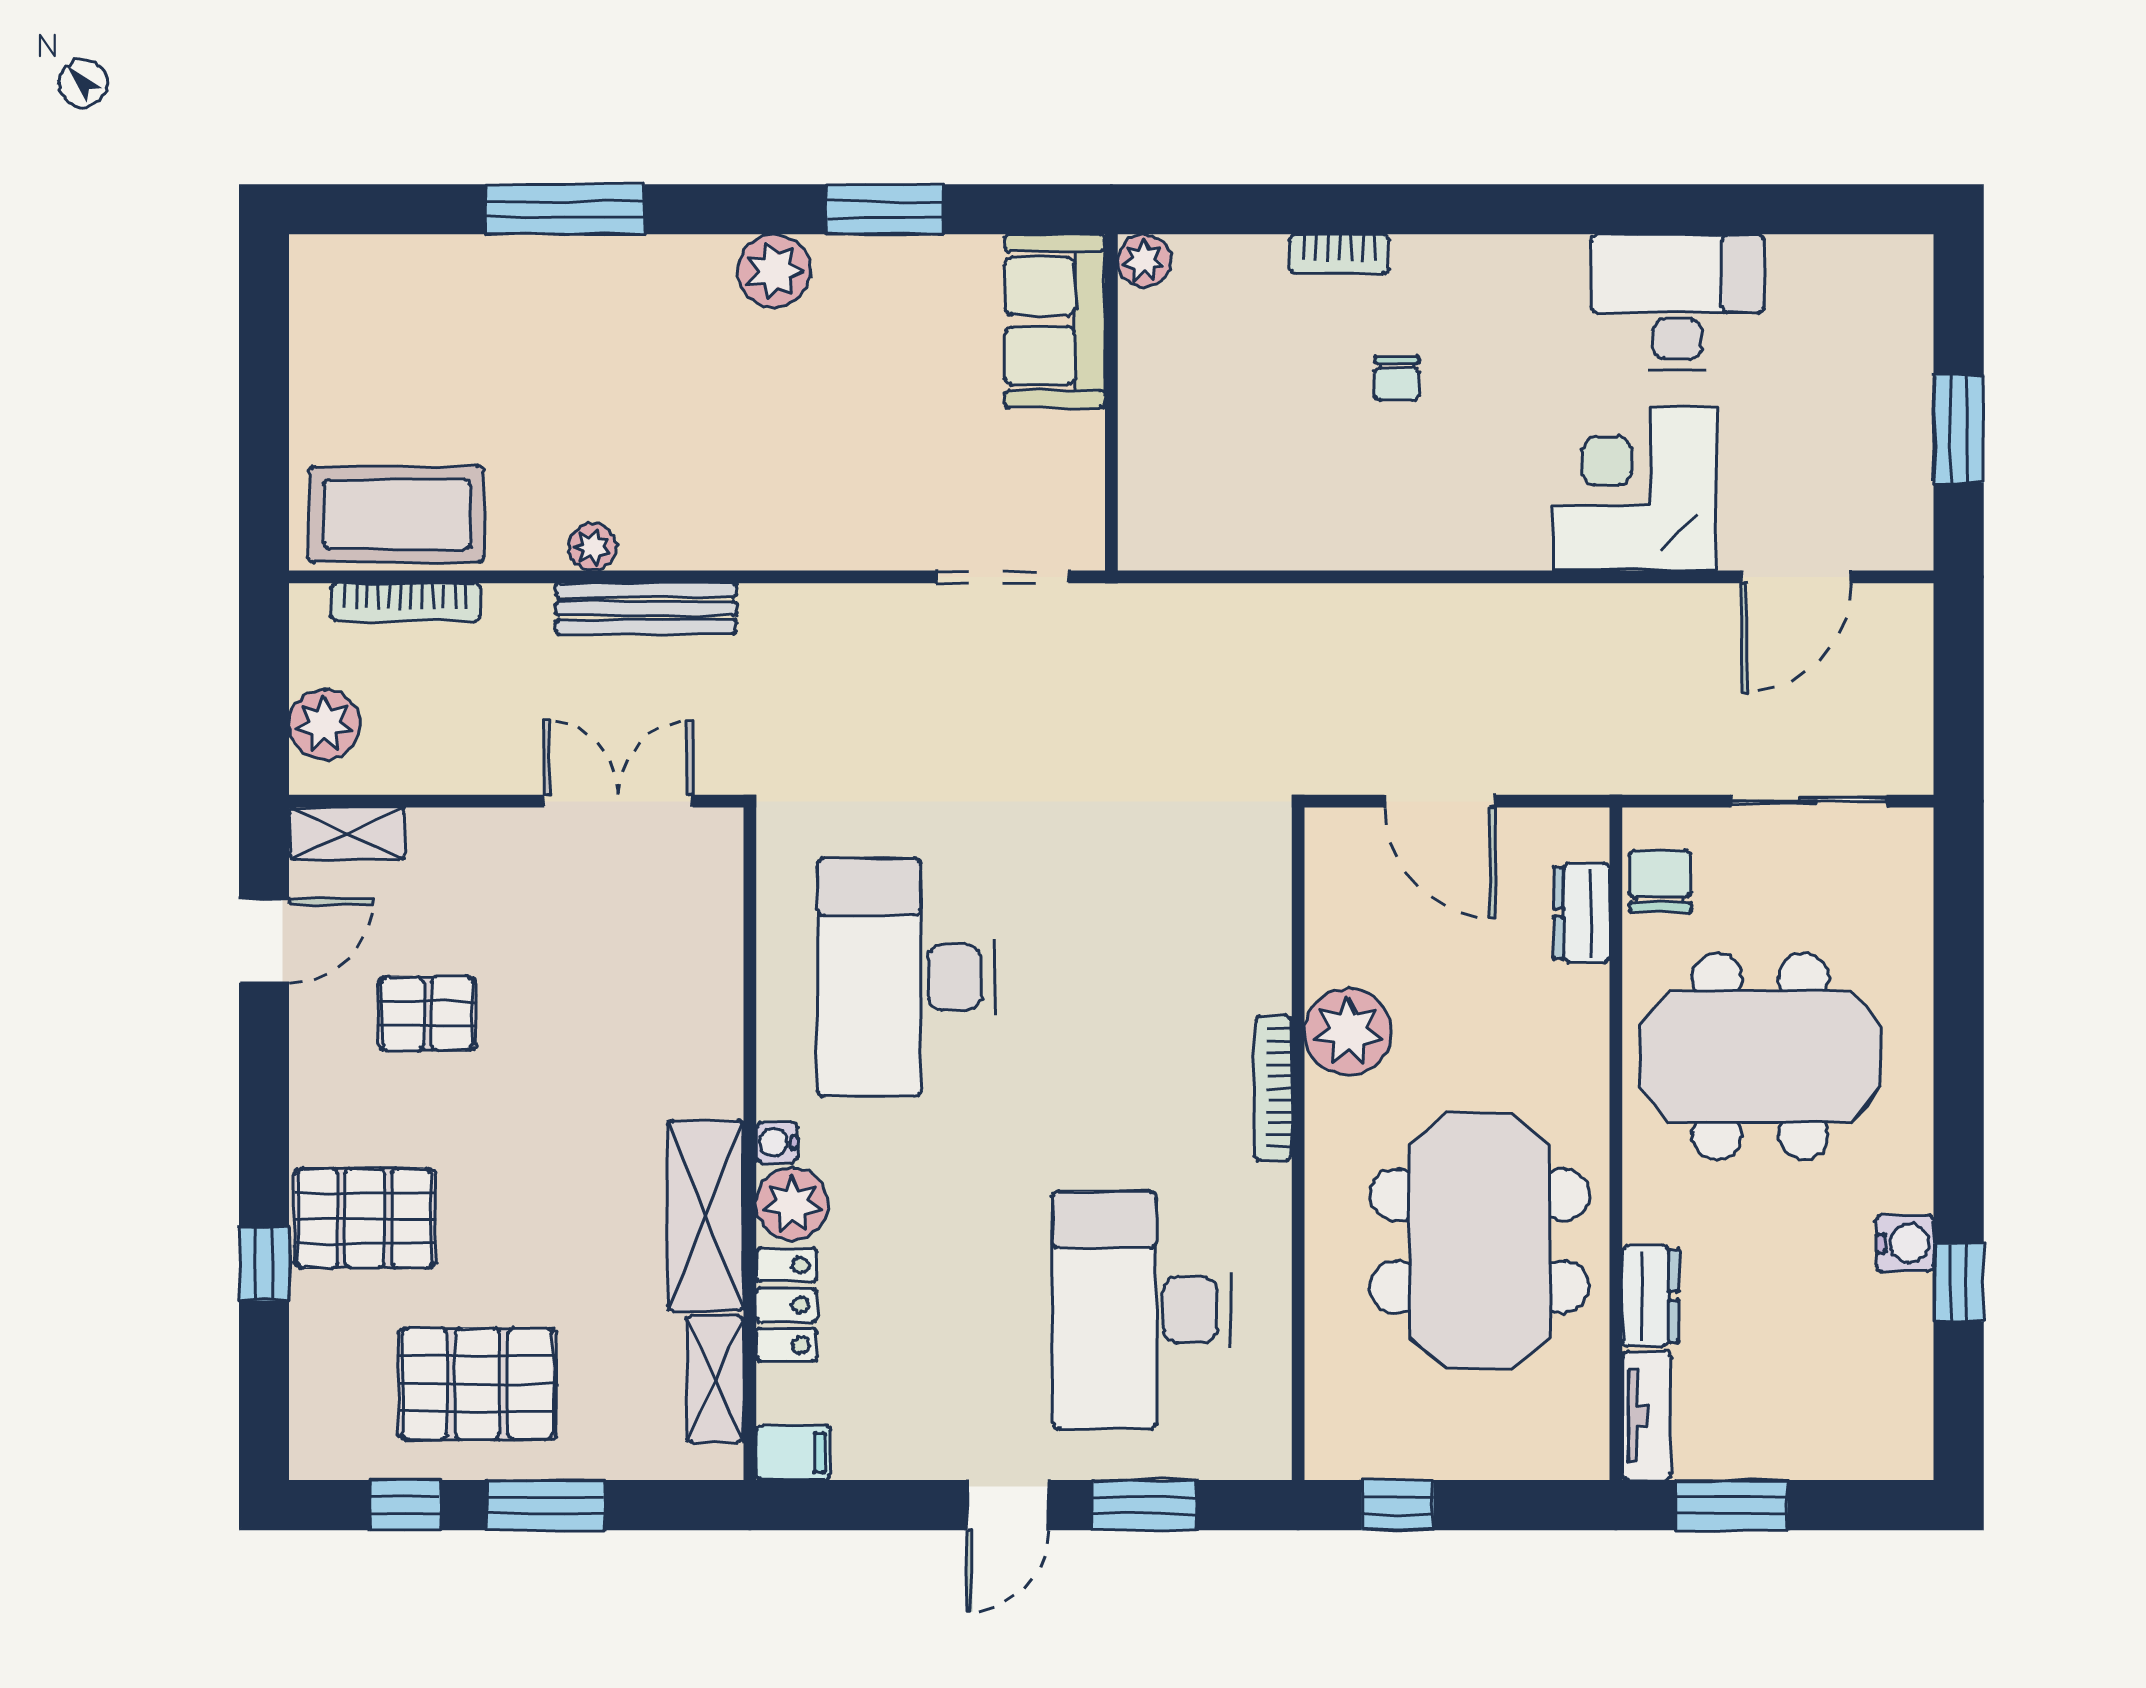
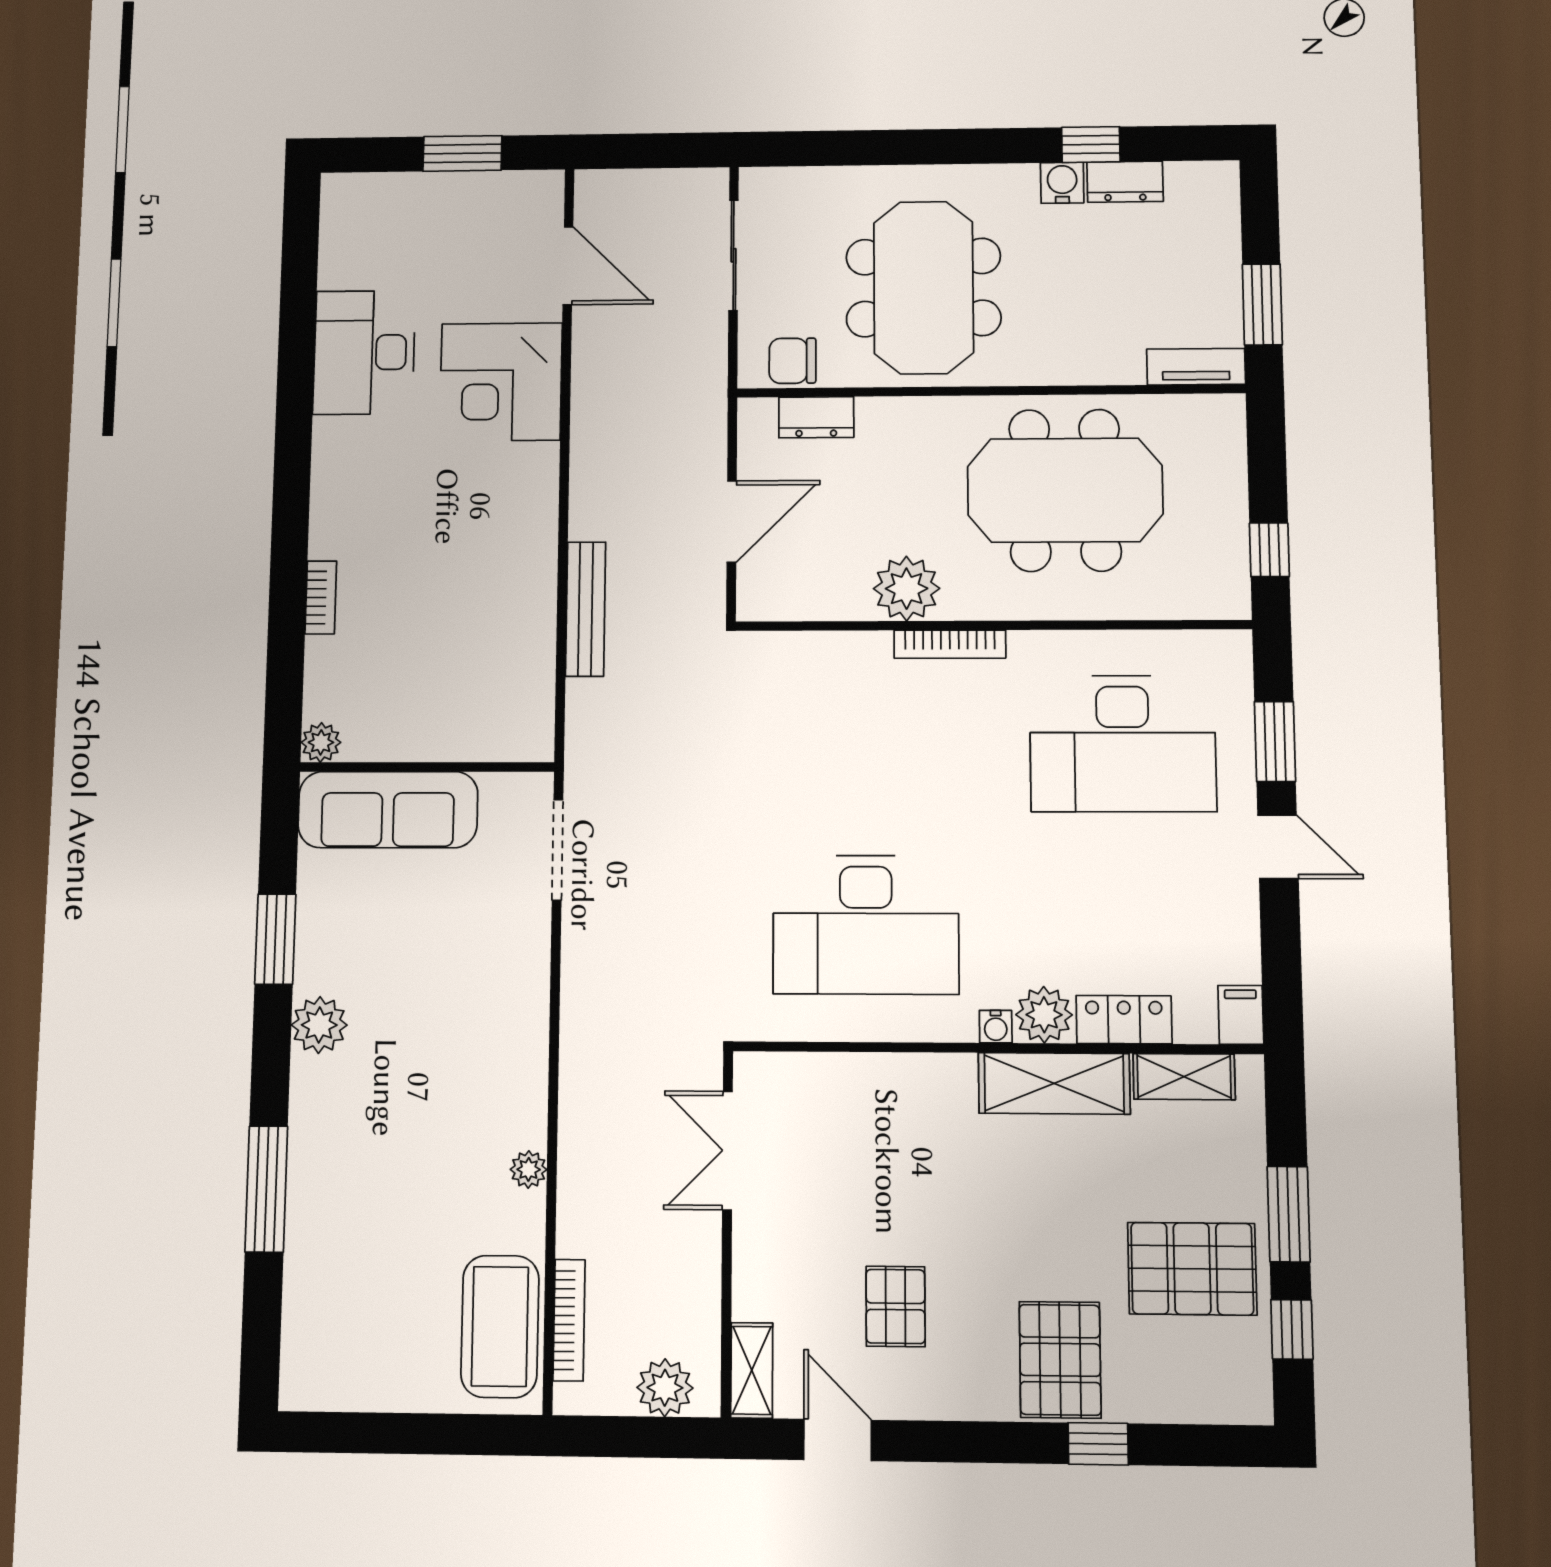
sofa: (1055, 321) -> (388, 810), width x1.36
chair: (1397, 379) -> (415, 555), removed
bench: (646, 608) -> (586, 609), moved
dresser: (1651, 1296) -> (1125, 182), moved, turned 180
pallet: (477, 1384) -> (1192, 1269), turned 90

